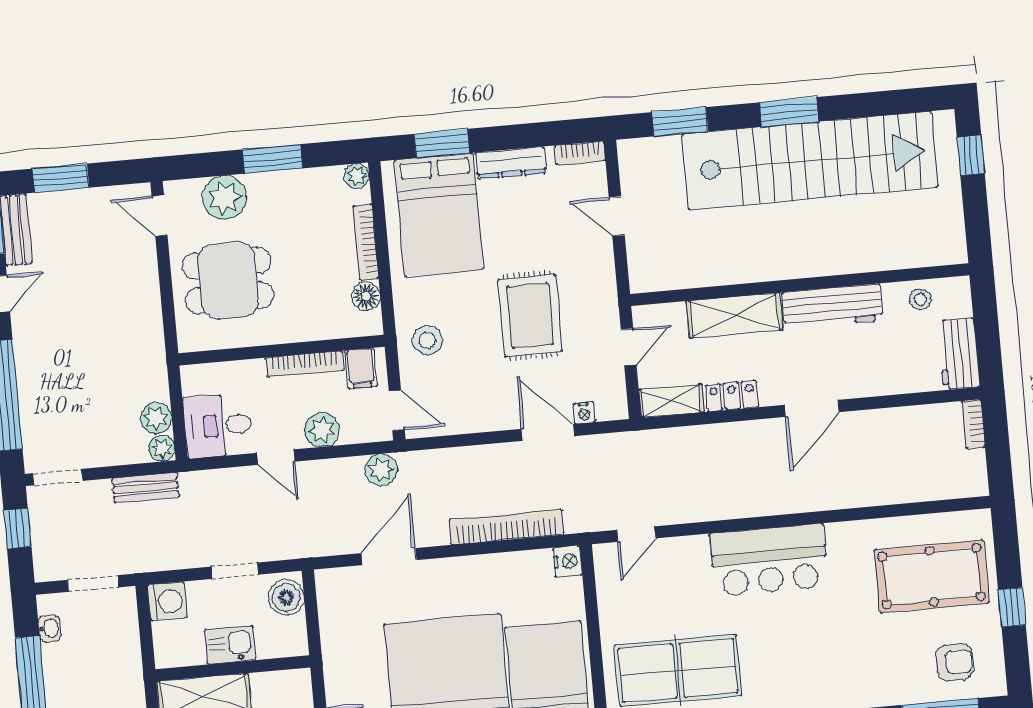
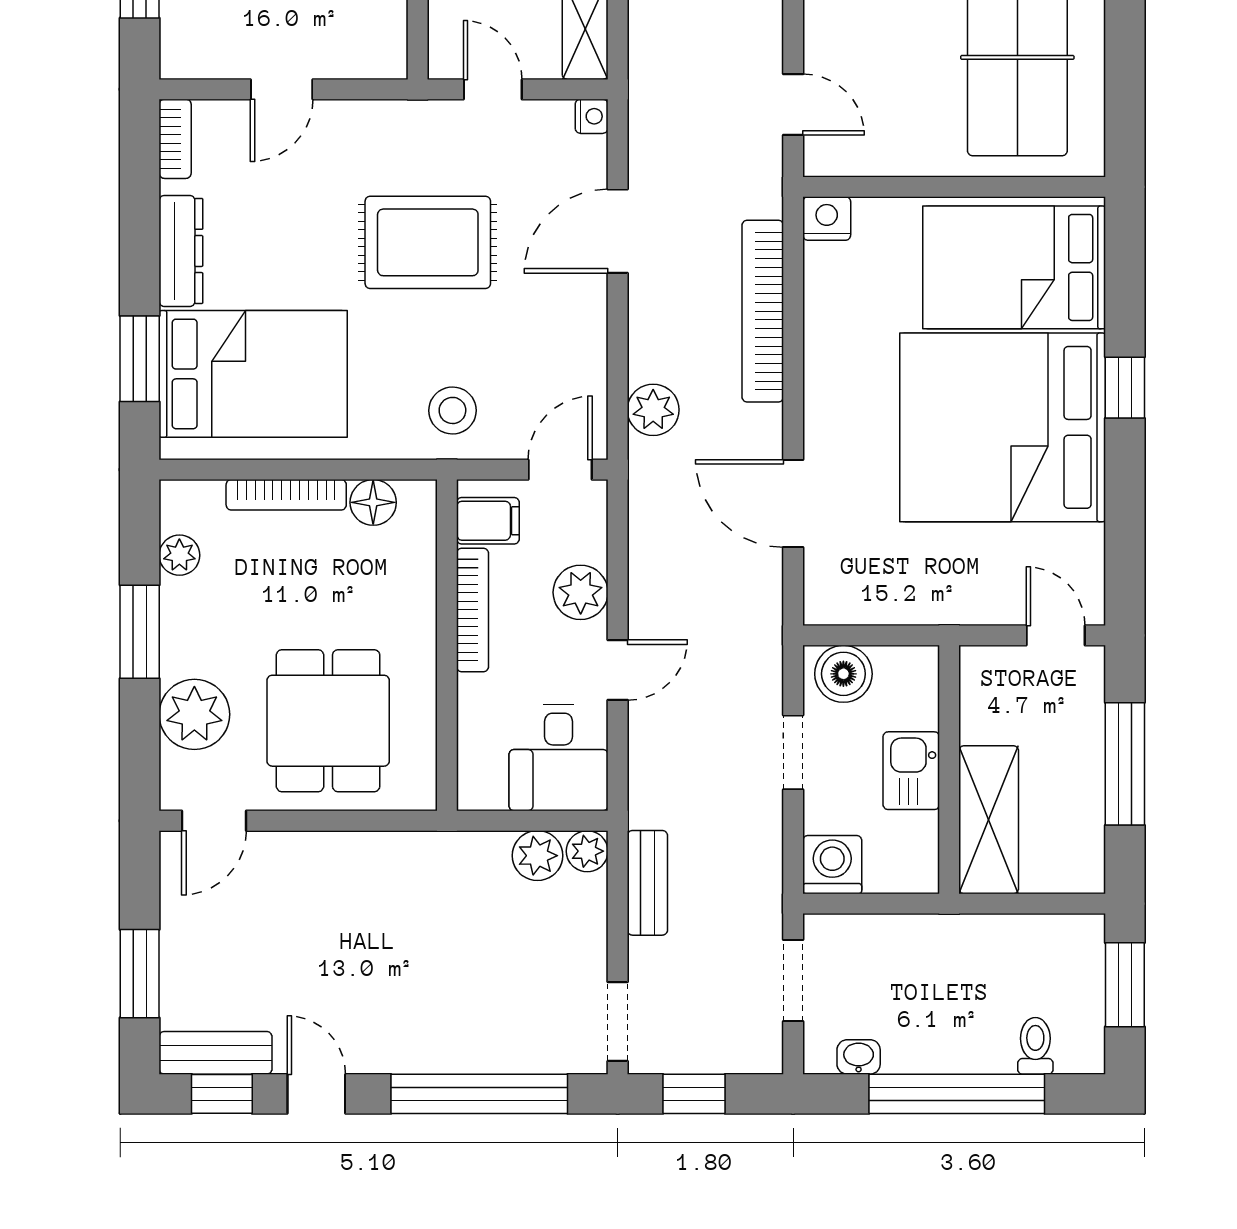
plant: (357, 176) -> (179, 555), moved
nightstand: (584, 413) -> (592, 116), moved
plant: (381, 470) -> (653, 410), moved

